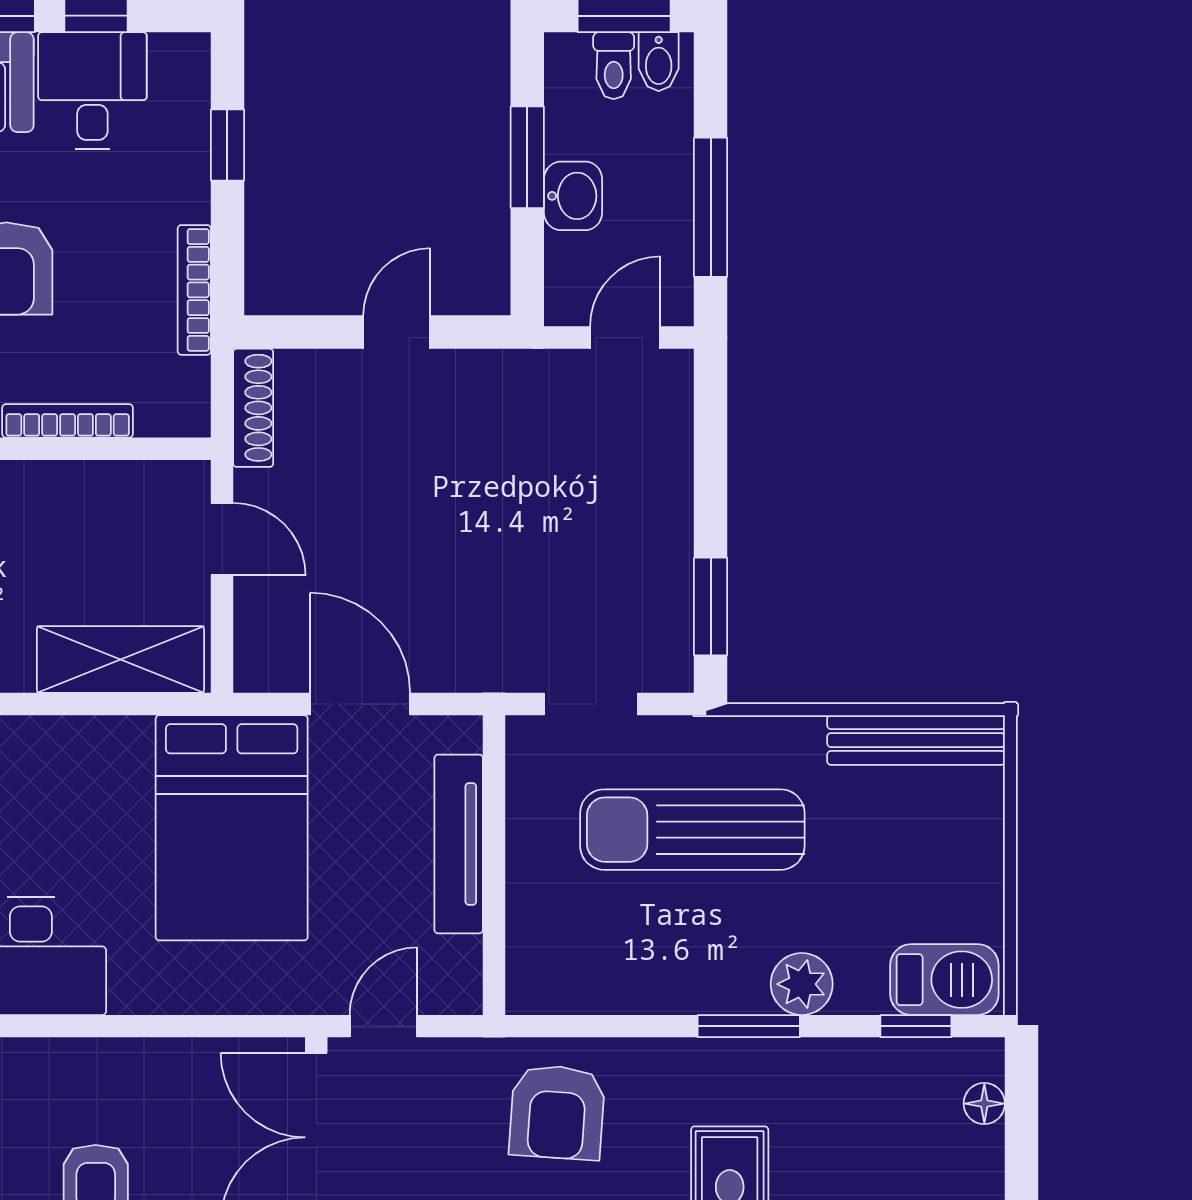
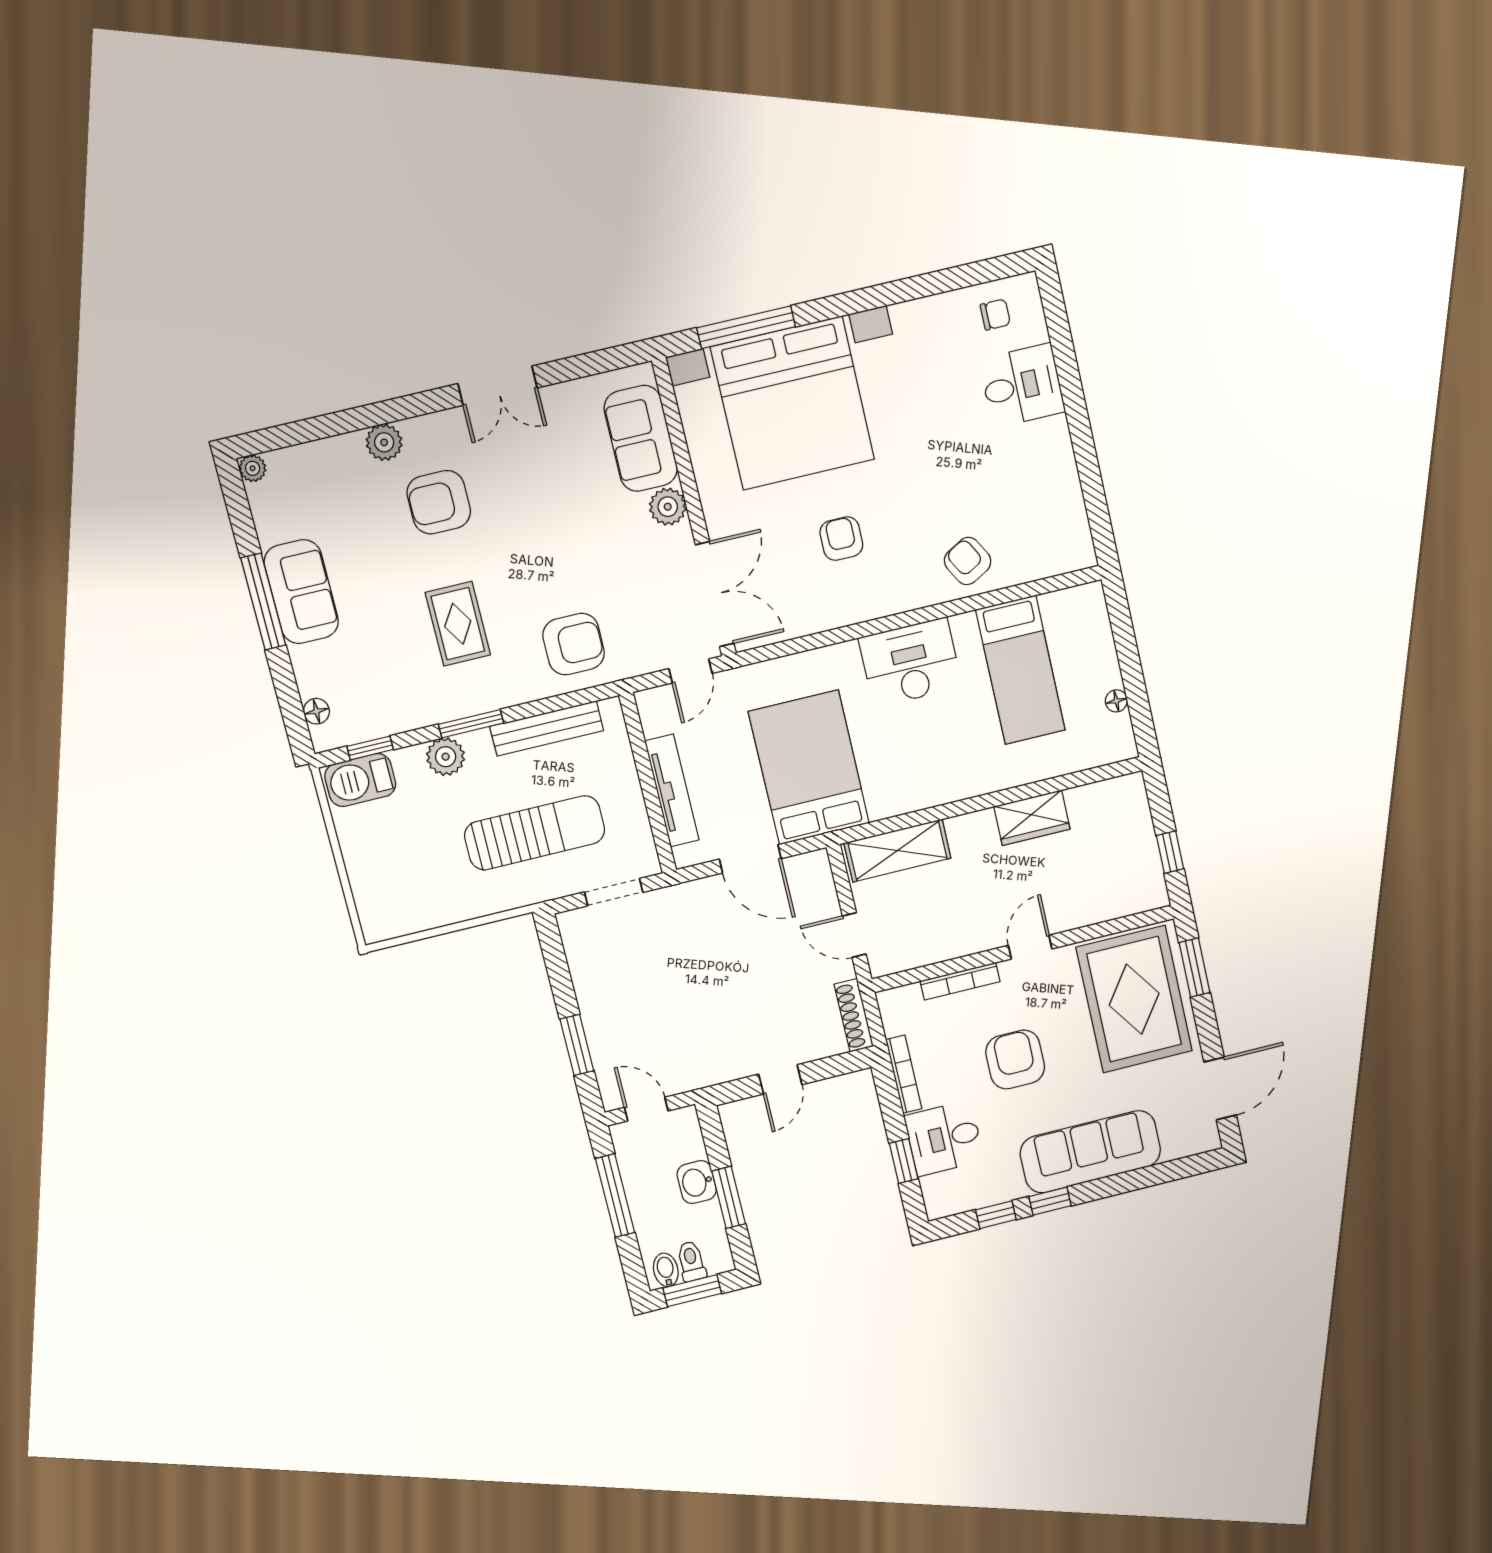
desk: (92, 91) -> (944, 1138), moved, turned 90
door: (625, 338) -> (646, 1109), swing flipped
window: (711, 607) -> (577, 1045), moved
bench: (916, 740) -> (547, 728), moved
armchair: (557, 1112) -> (574, 644), turned 86

